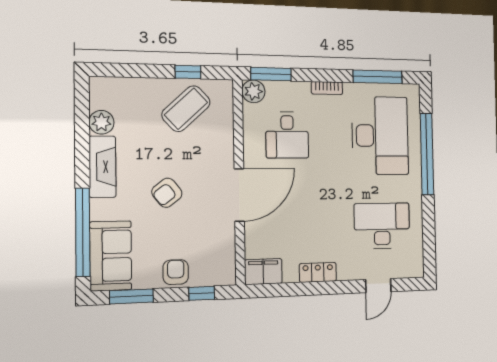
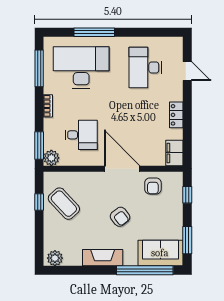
plant: (101, 122) -> (55, 258), moved
window: (427, 154) -> (94, 32), width x0.68
armchair: (176, 272) -> (153, 186), moved, turned -90

